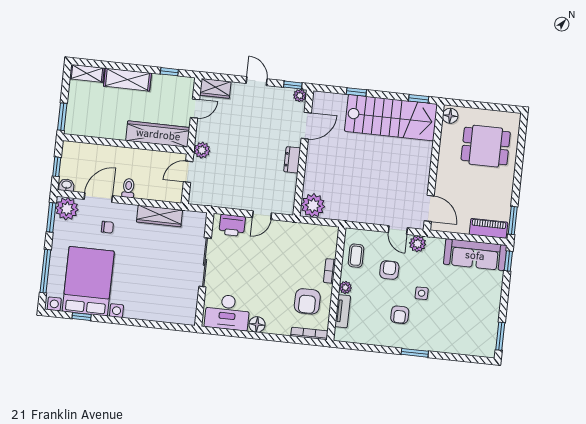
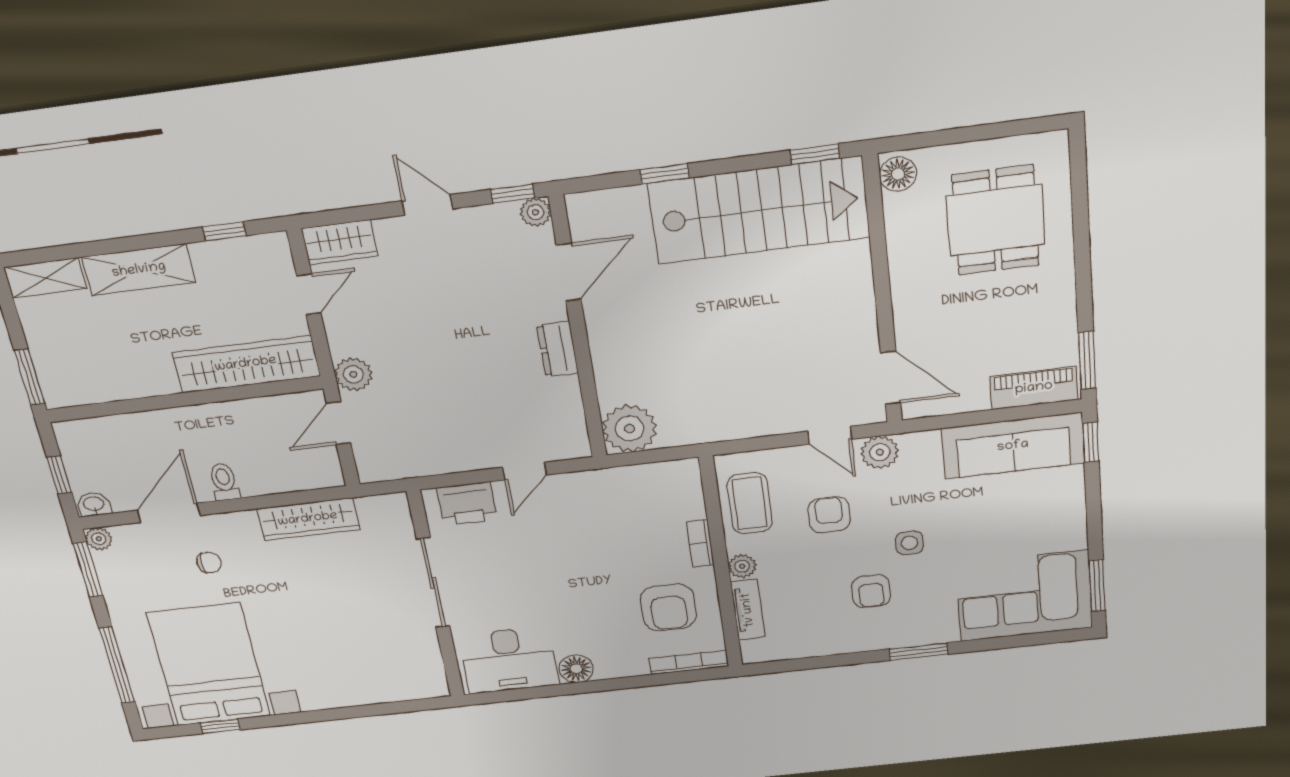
dining table: (486, 146) -> (996, 220), turned 90
plant: (67, 209) -> (99, 539), width x0.53, depth x0.53
coffee table: (356, 256) -> (750, 503), width x1.36, depth x1.30
corner sofa: (467, 334) -> (1024, 596), added

